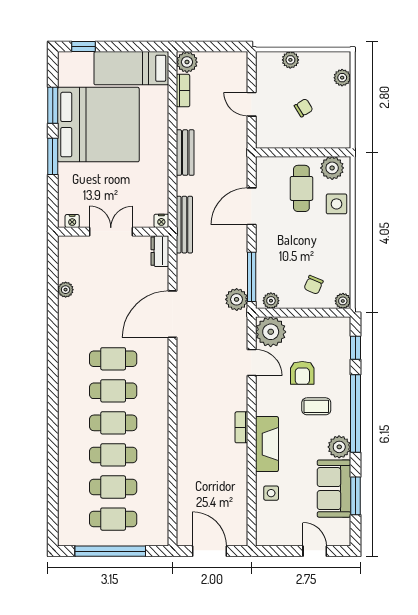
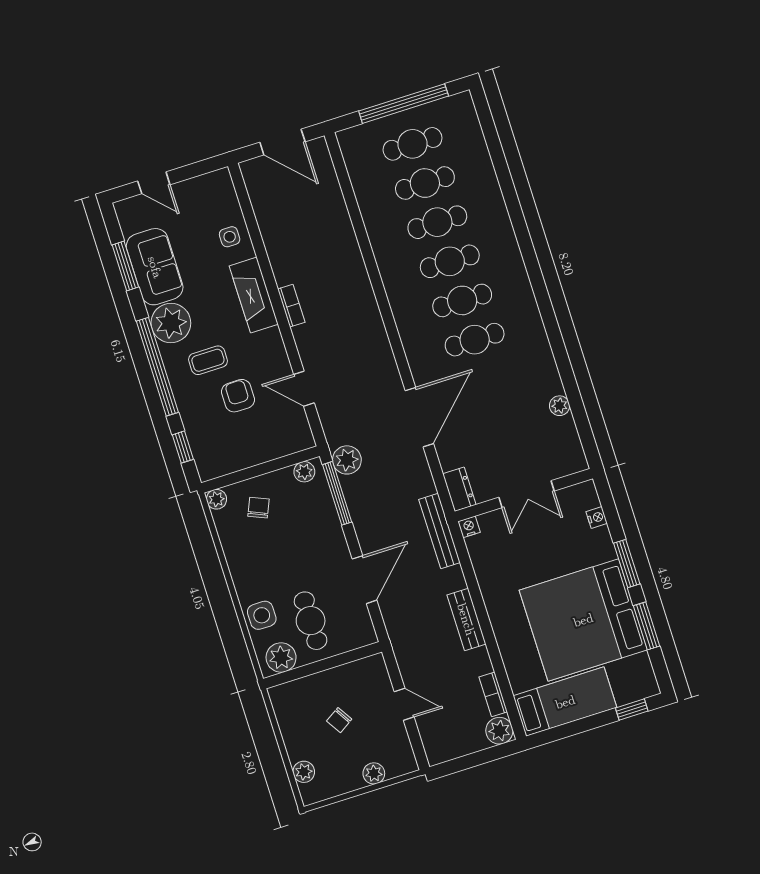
nightstand: (72, 221) -> (597, 517), moved, turned 90
plant: (271, 332) -> (293, 434), removed
plant: (339, 447) -> (171, 323), width x1.36, depth x1.36

